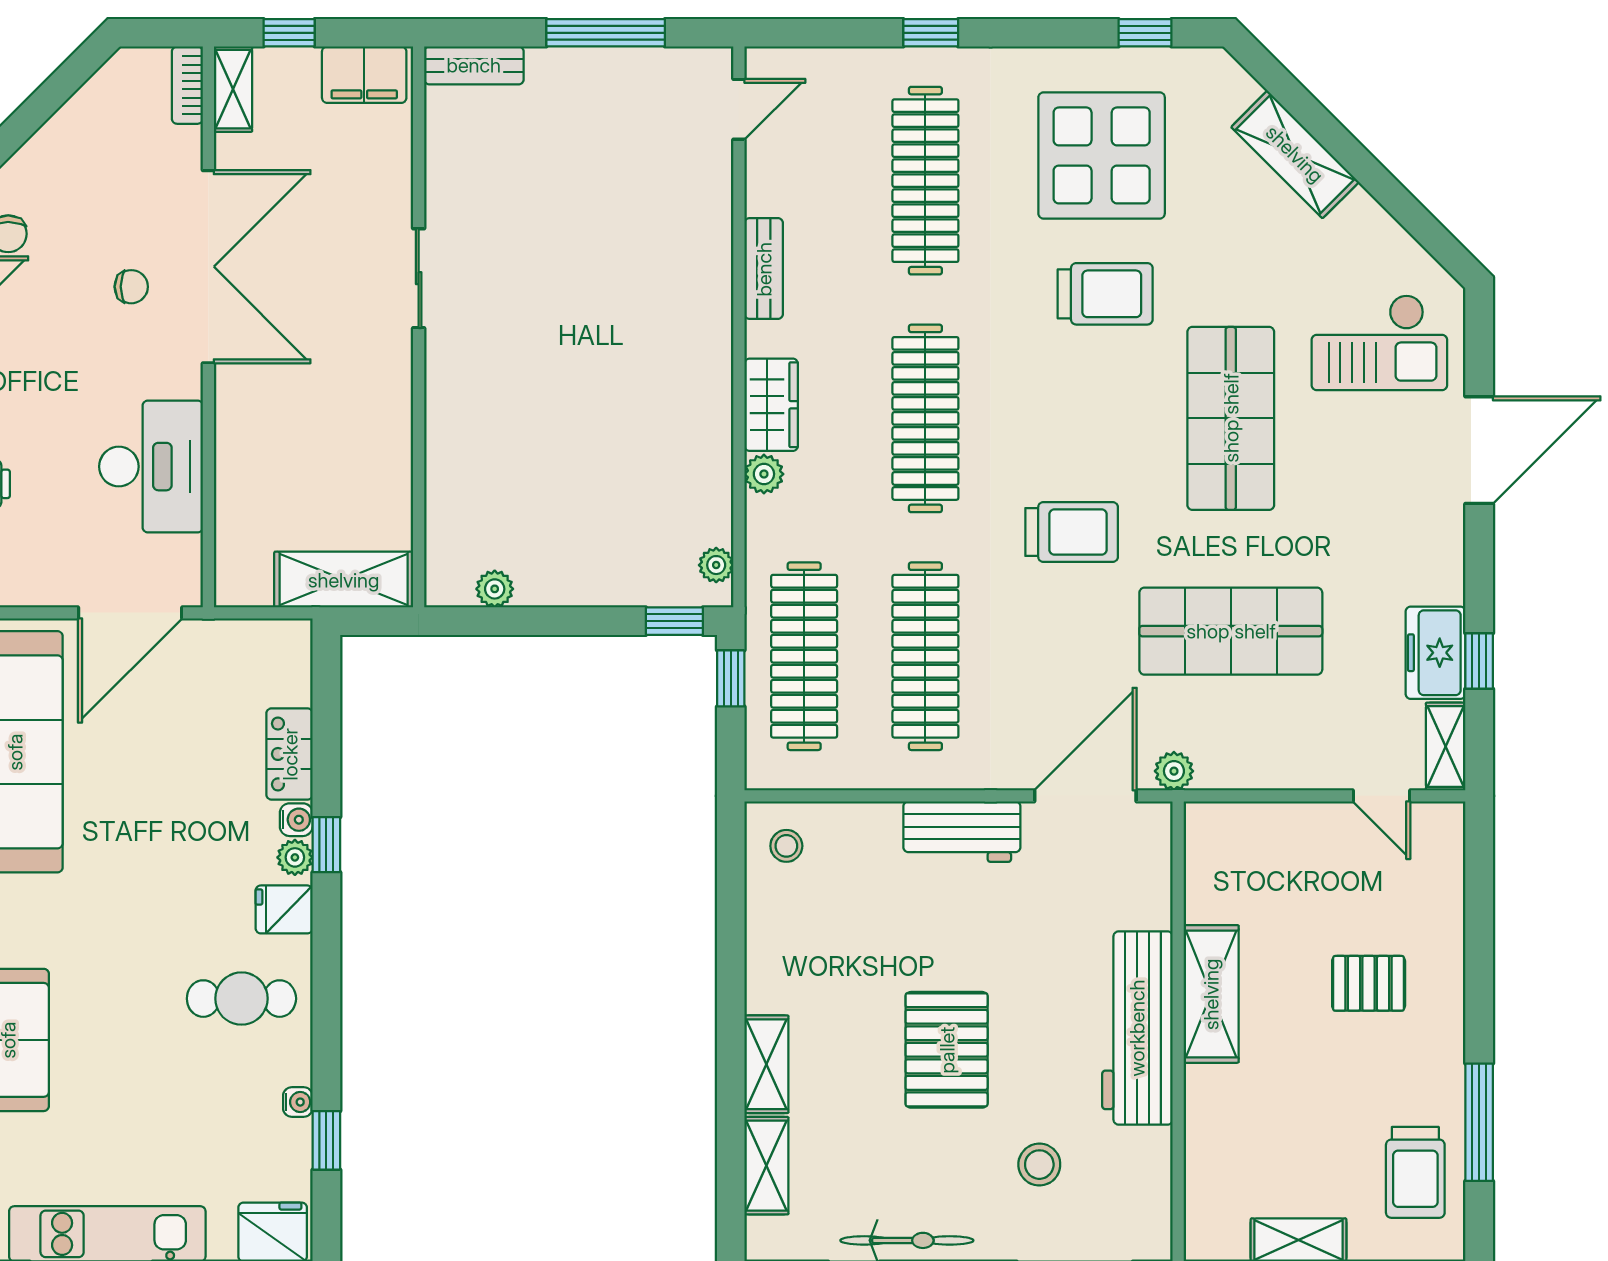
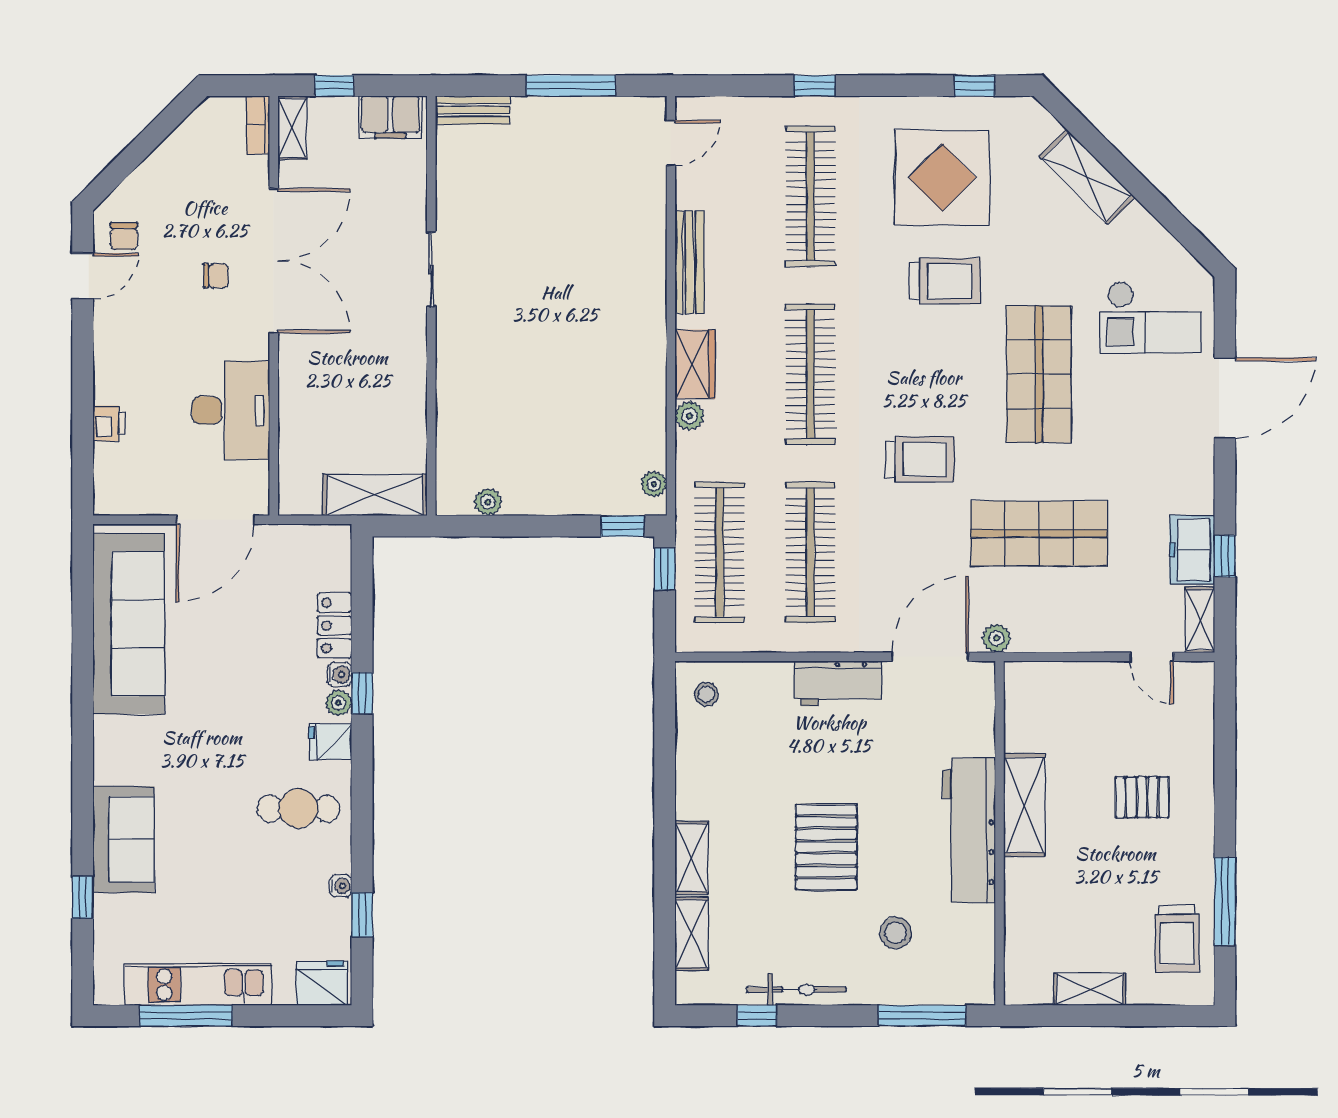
bench: (764, 269) -> (689, 262), width x1.36

